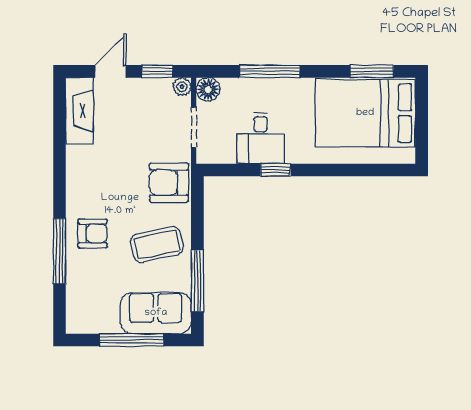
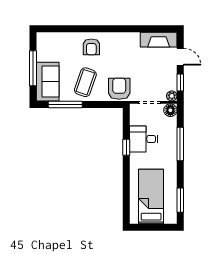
bed: (365, 113) -> (151, 197), width x0.67
coffee table: (157, 244) -> (85, 82), turned 31
window: (59, 251) -> (82, 29), removed

